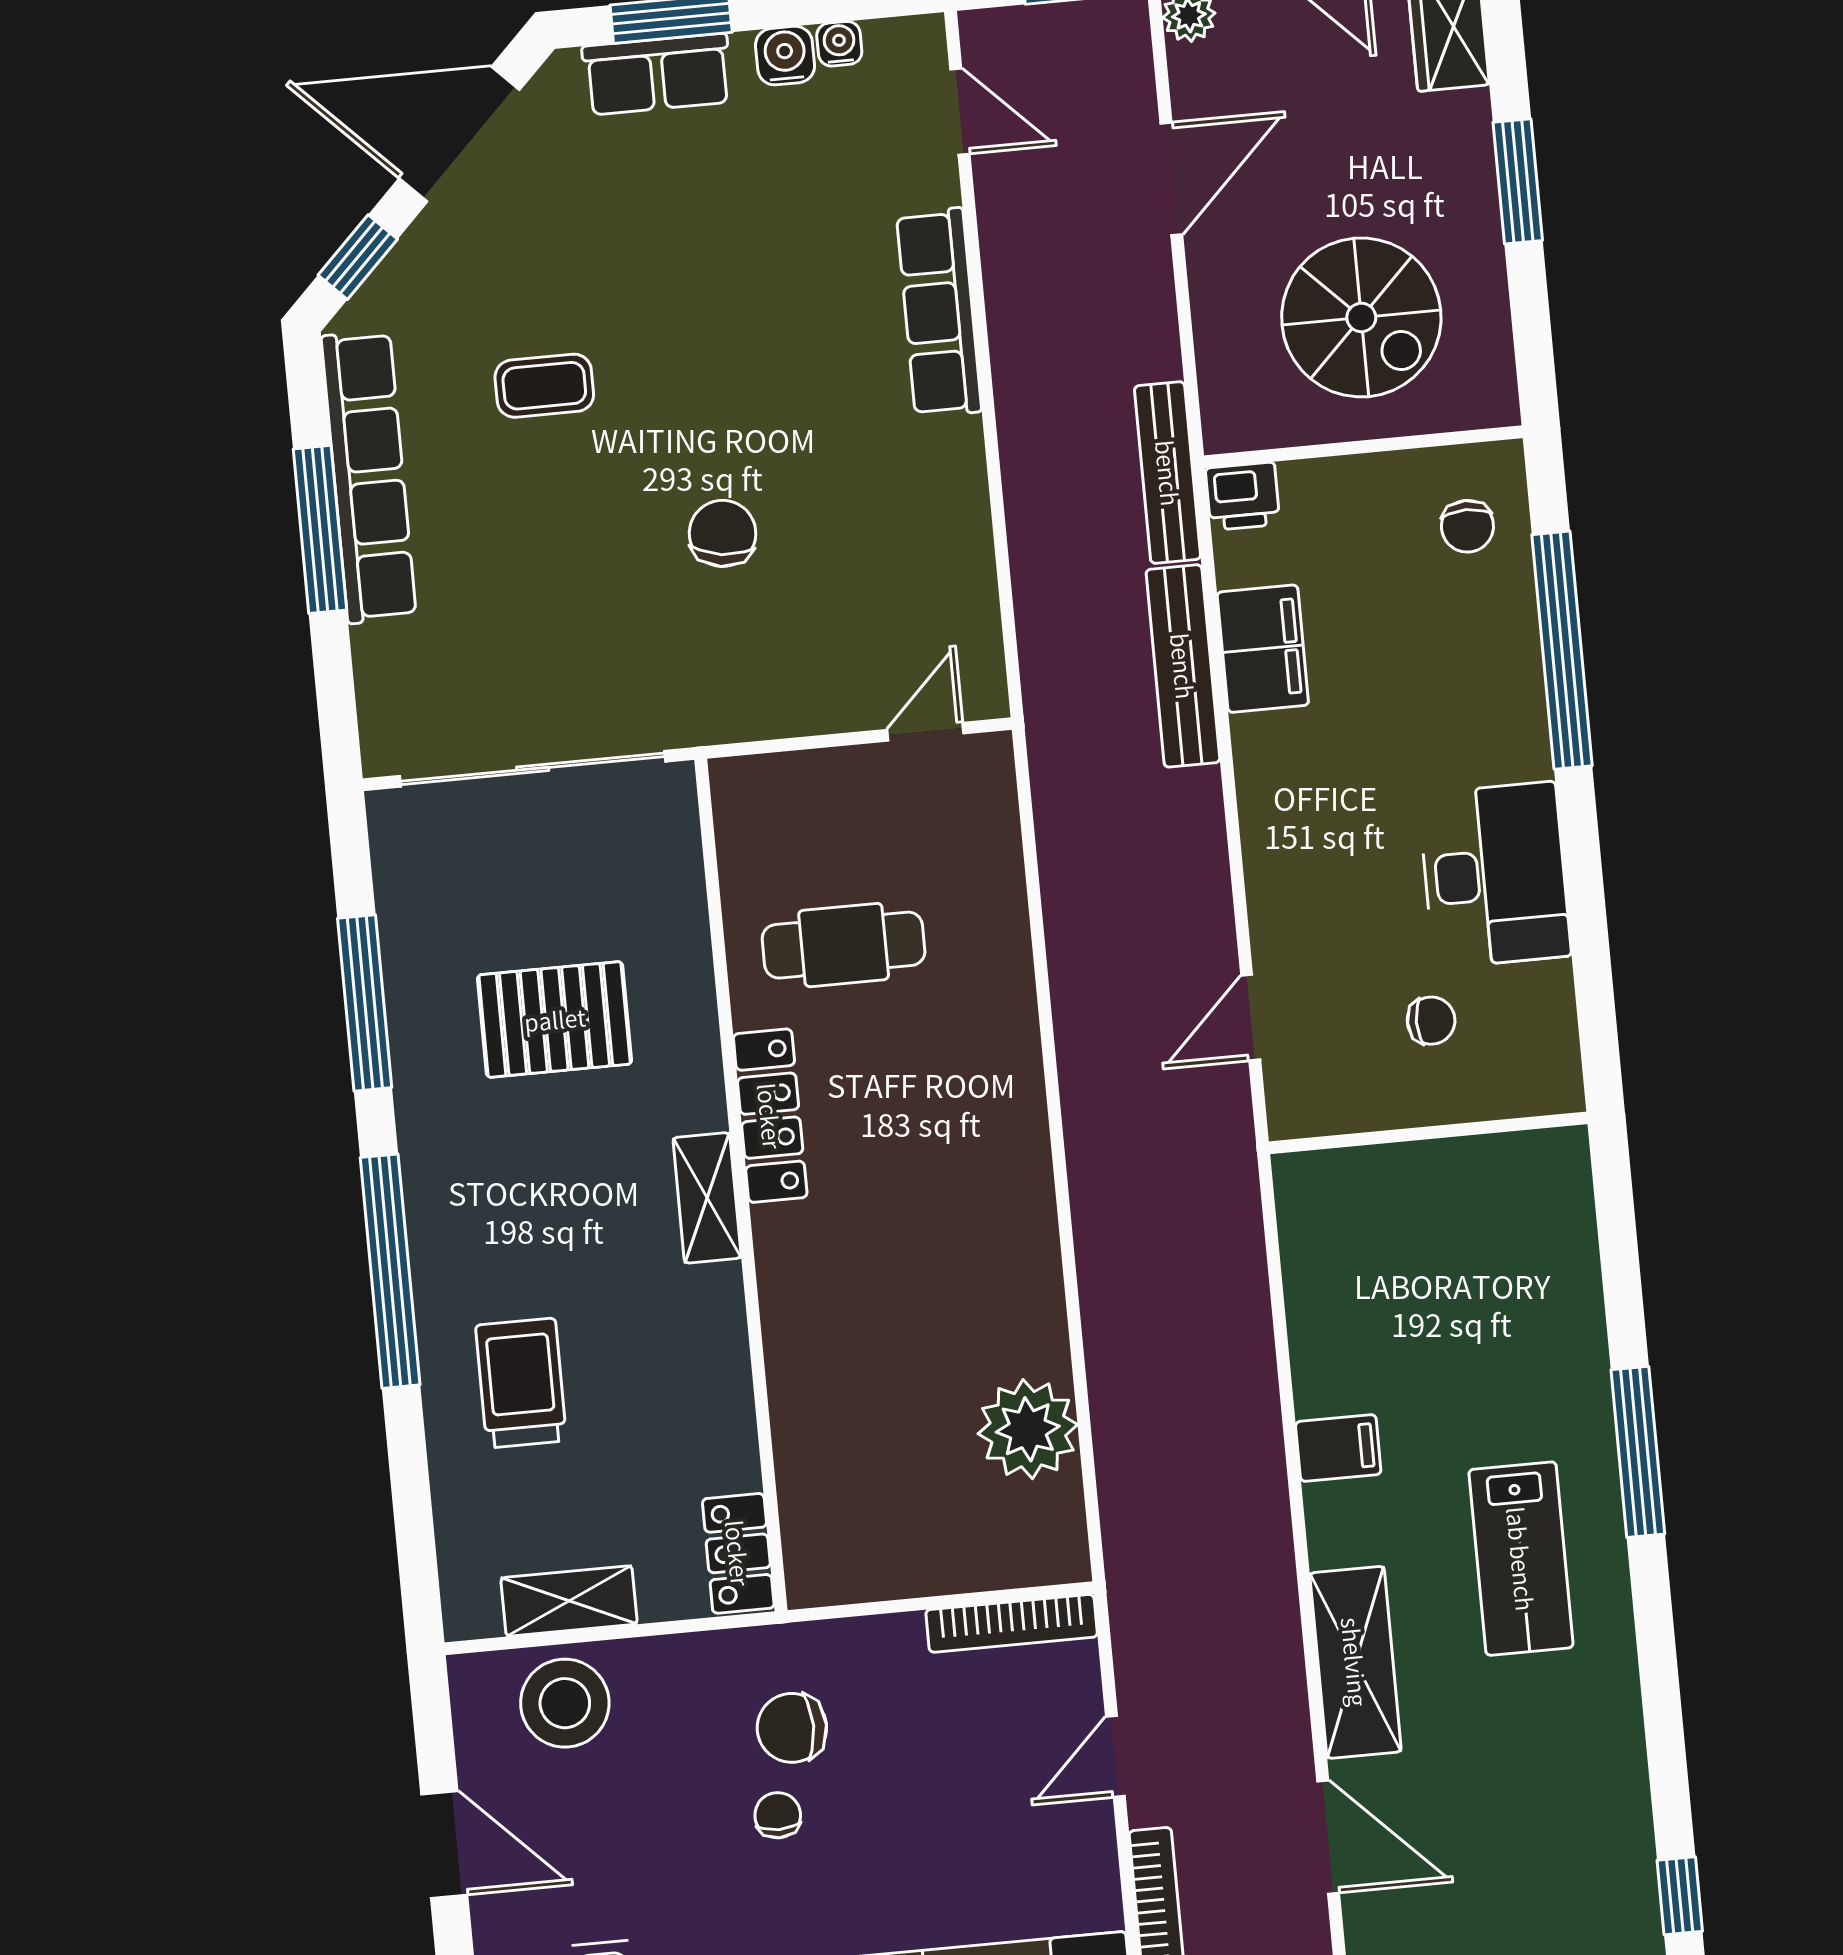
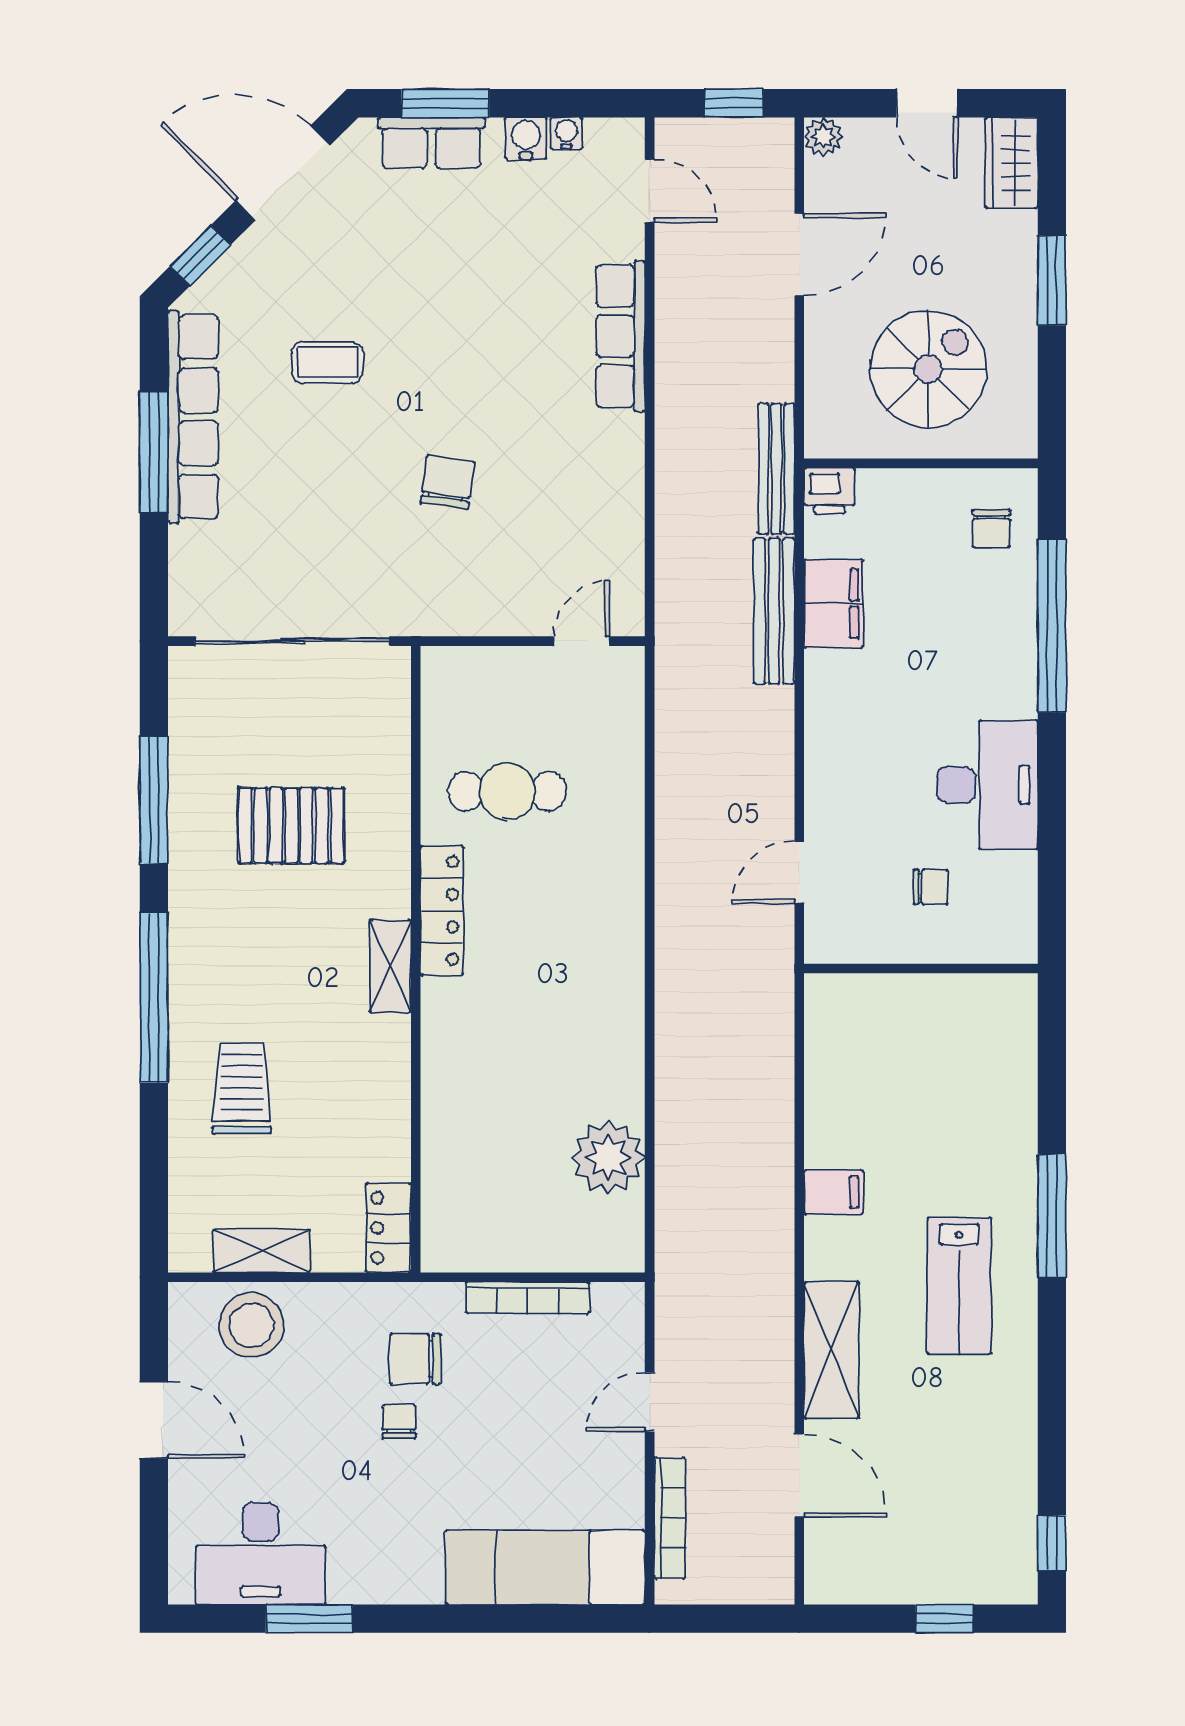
spiral stairs: (1361, 317) -> (928, 369), turned -90
bookcase: (1012, 1623) -> (528, 1298), moved

